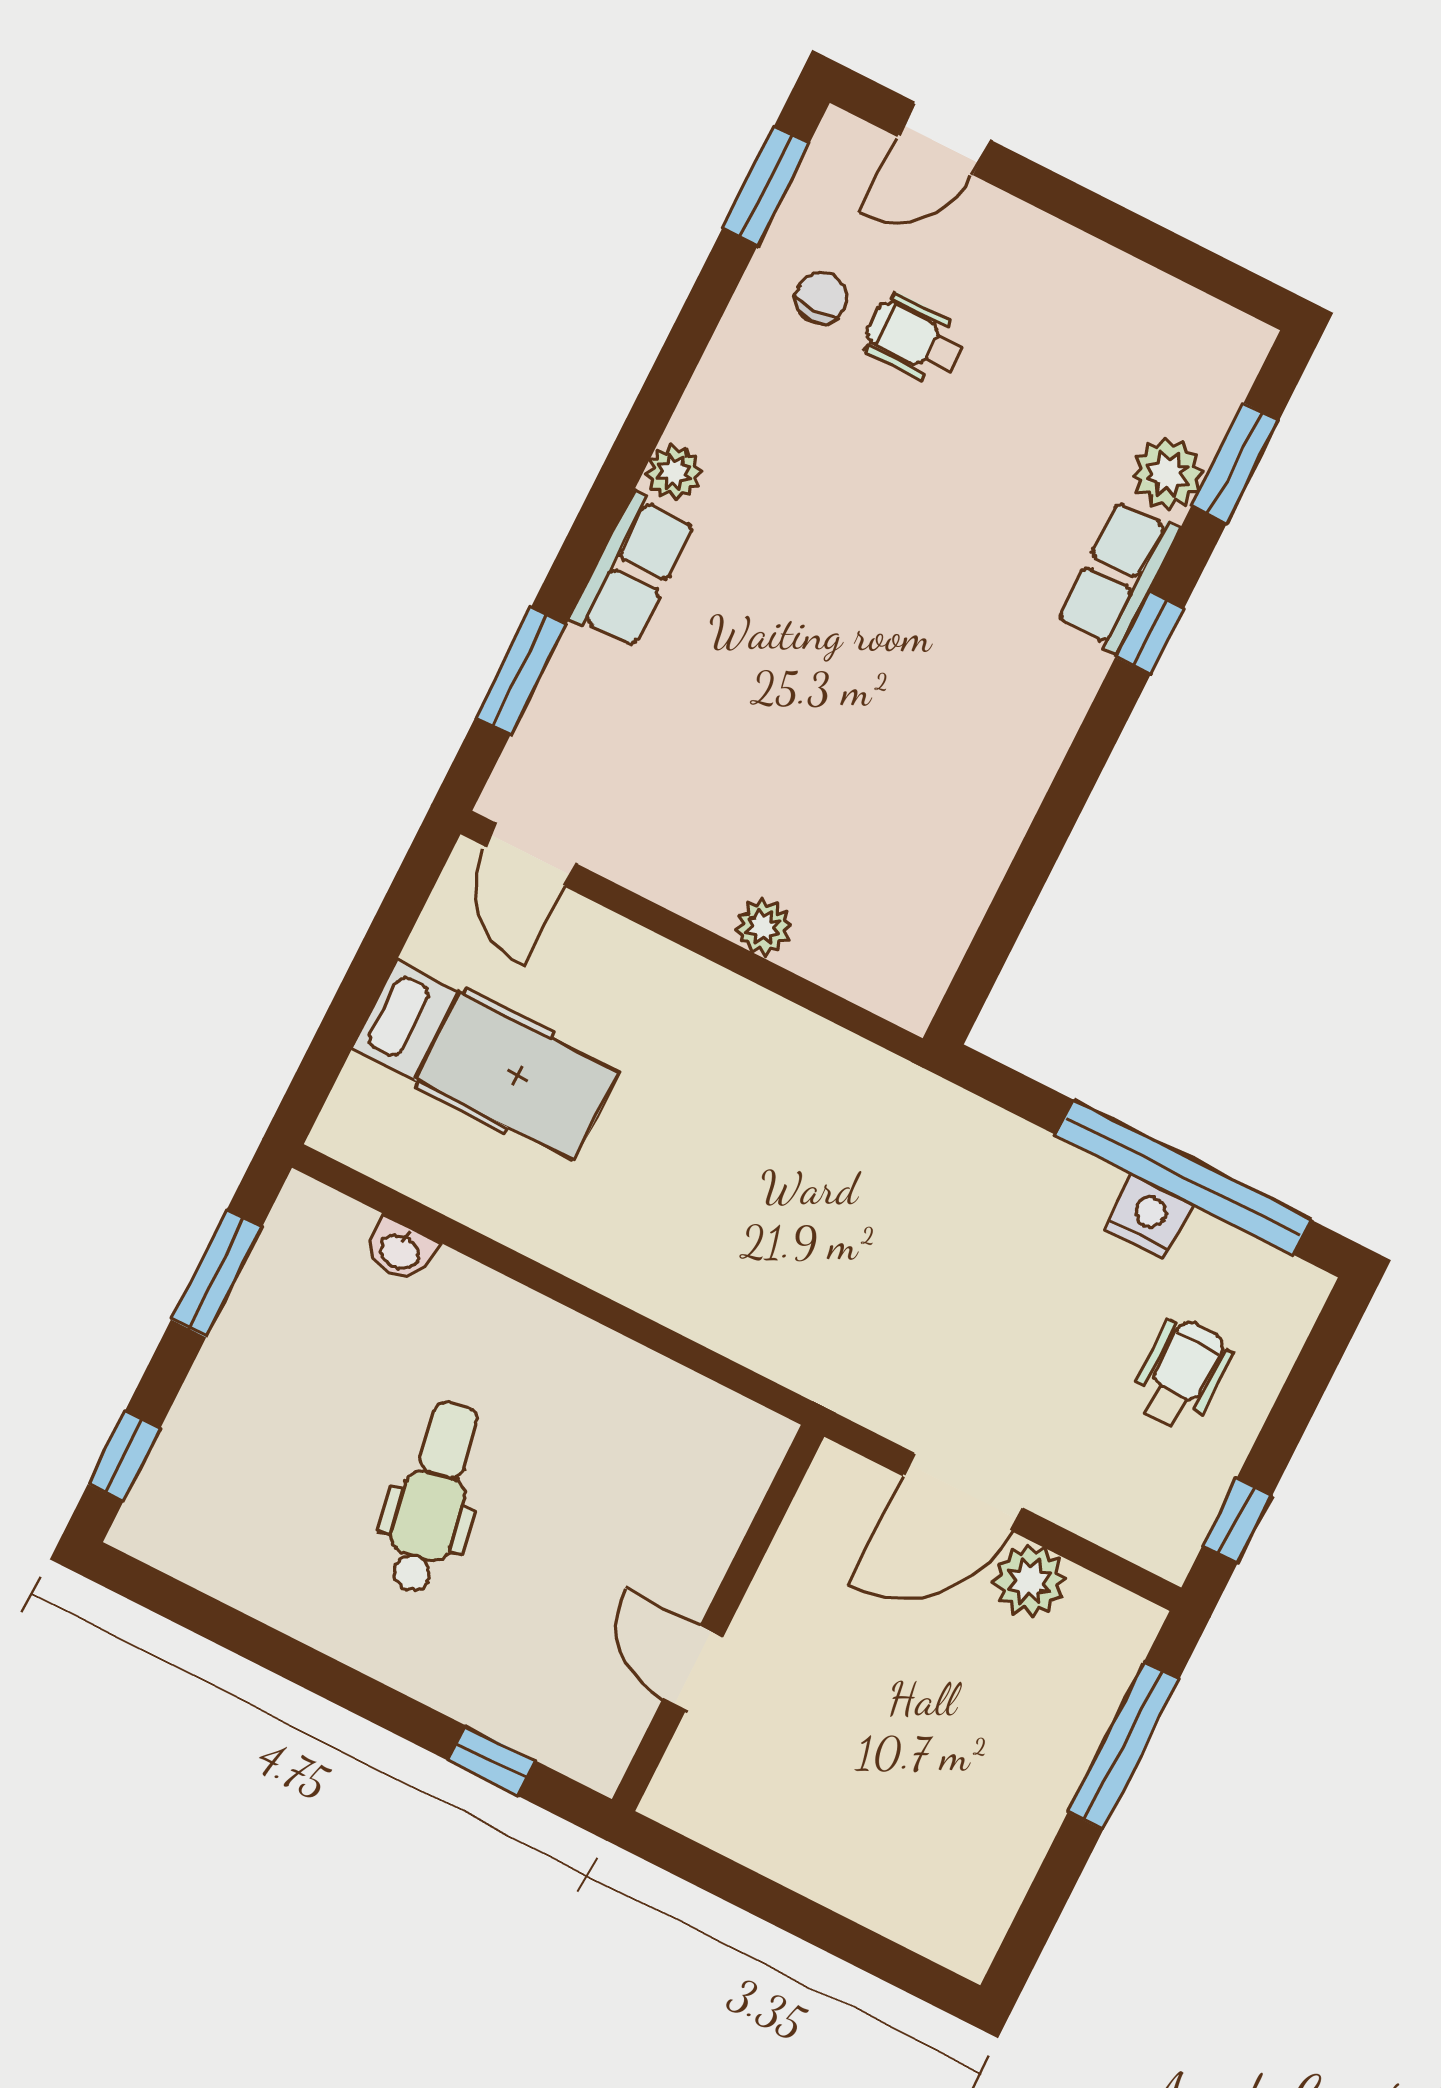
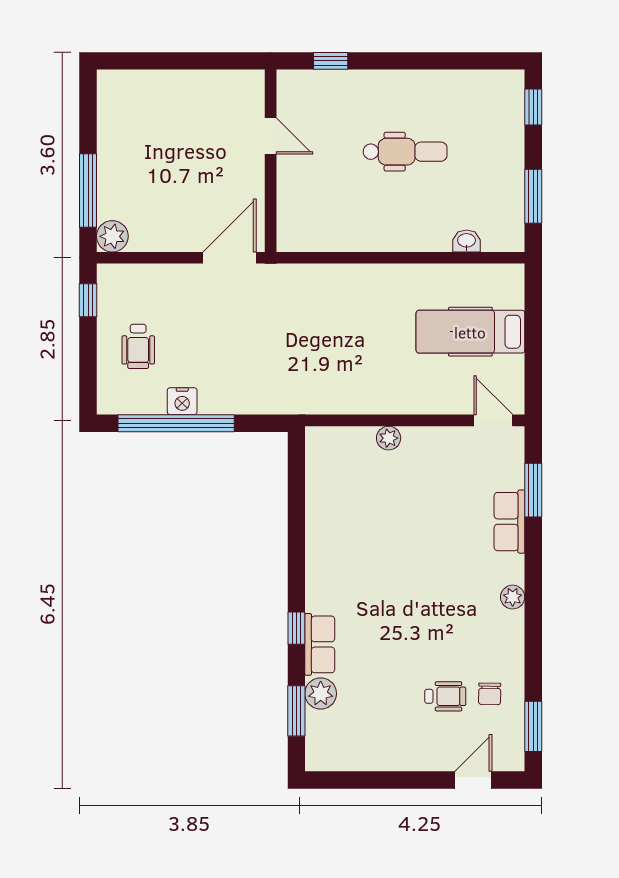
row of seats: (633, 571) -> (509, 522), moved
door: (963, 1492) -> (229, 258), moved
dental chair: (433, 1497) -> (405, 152), turned -79
plant: (1030, 1581) -> (112, 236), moved

